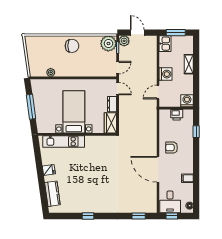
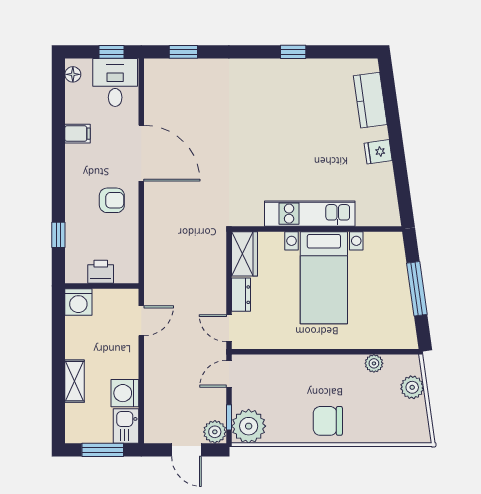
plant: (33, 61) -> (412, 387), added
washing machine: (166, 74) -> (125, 393), moved
kitchen unit: (64, 141) -> (310, 214), moved

